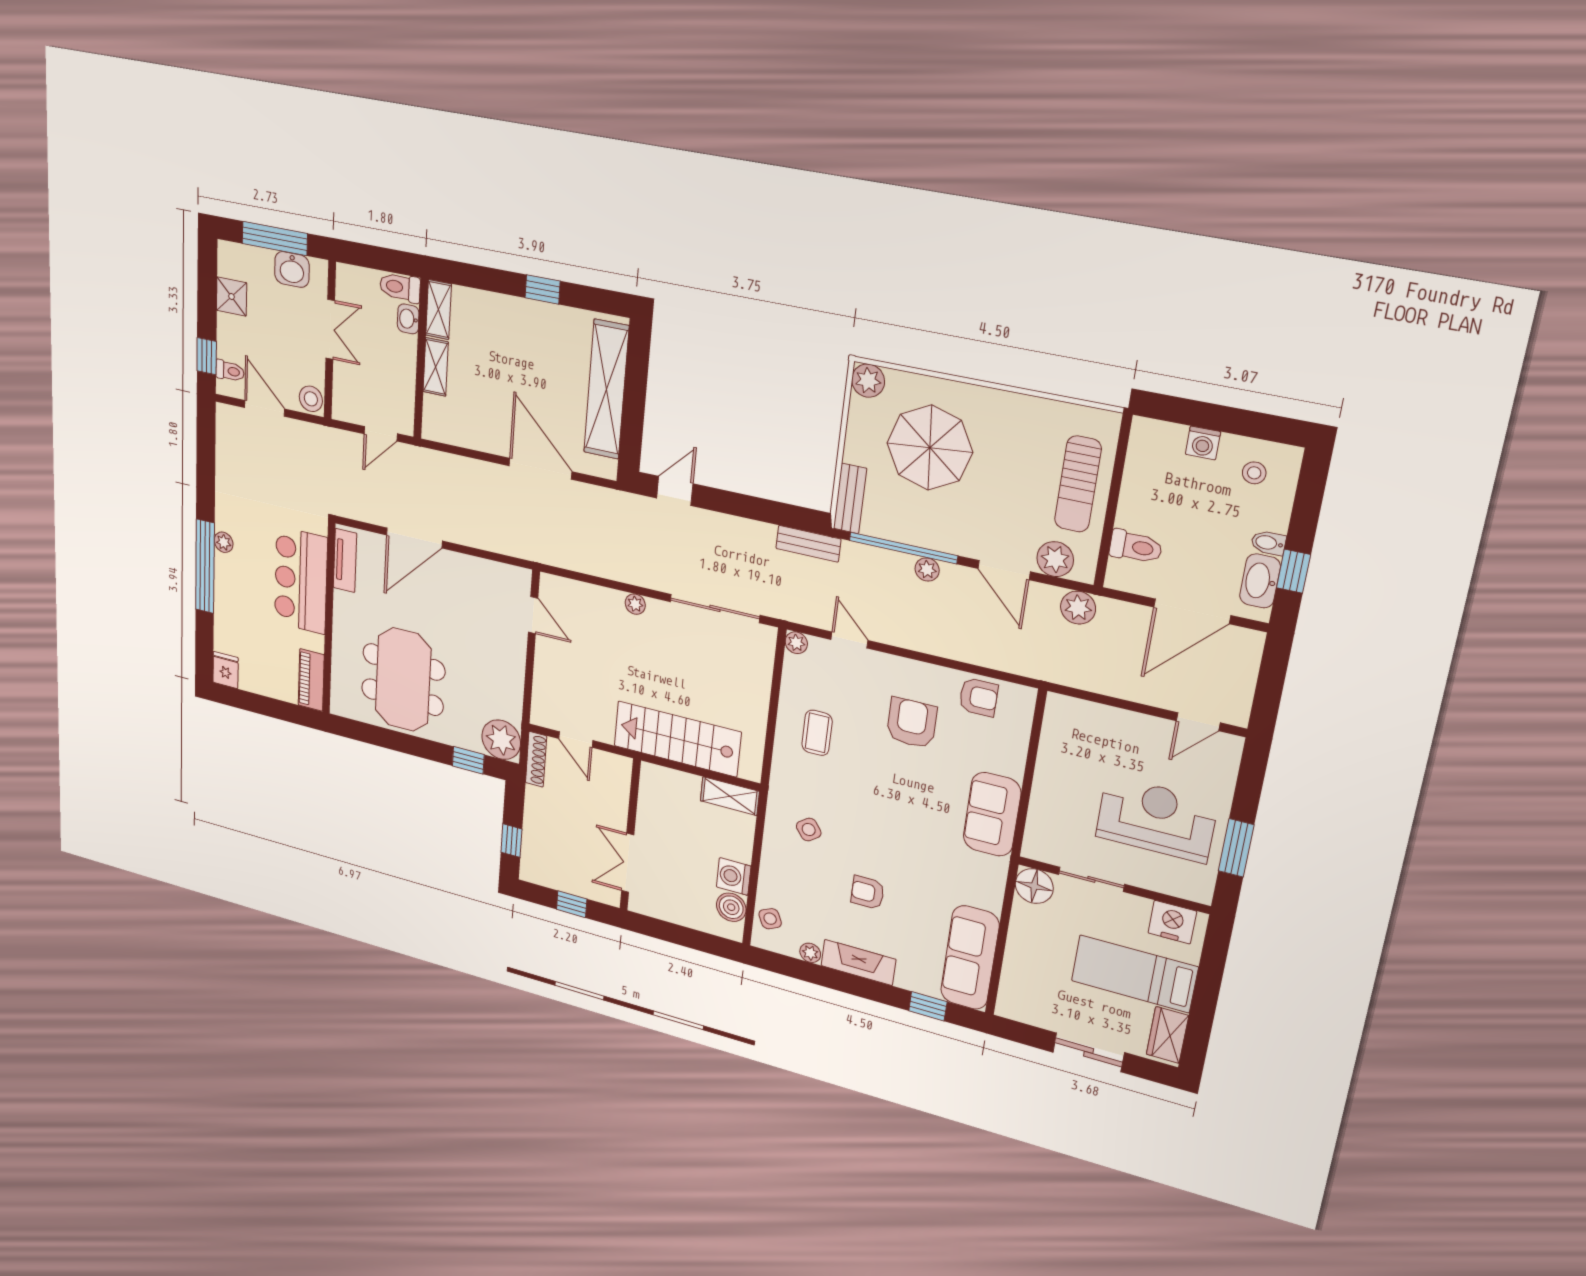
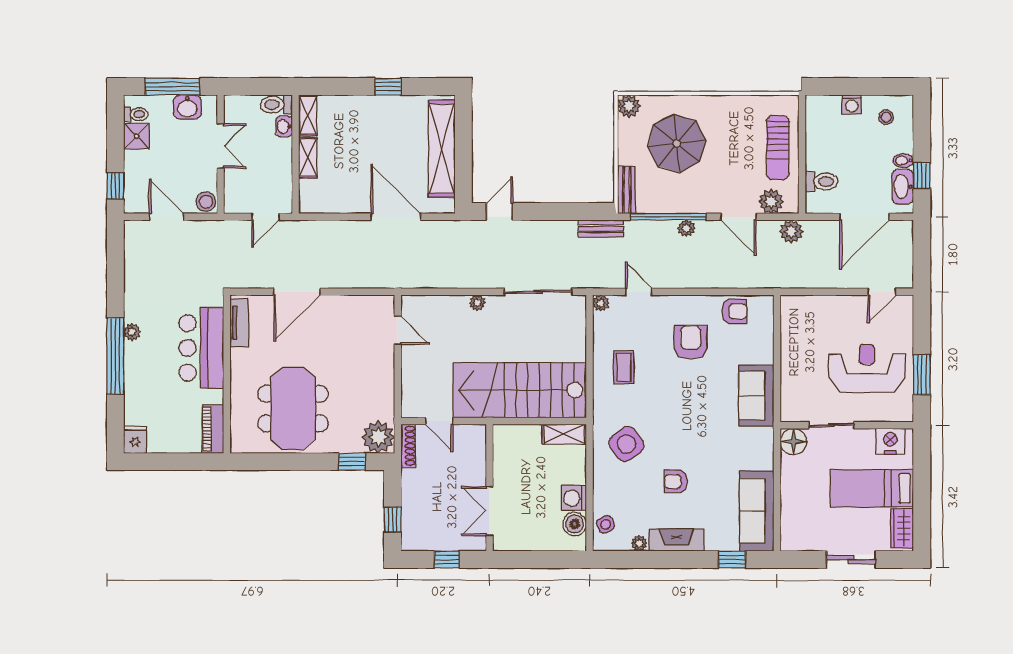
toilet: (230, 371) -> (136, 114), moved
stairs: (677, 739) -> (519, 390), width x1.36, depth x1.51
side table: (809, 830) -> (626, 444), width x1.87, depth x1.87

